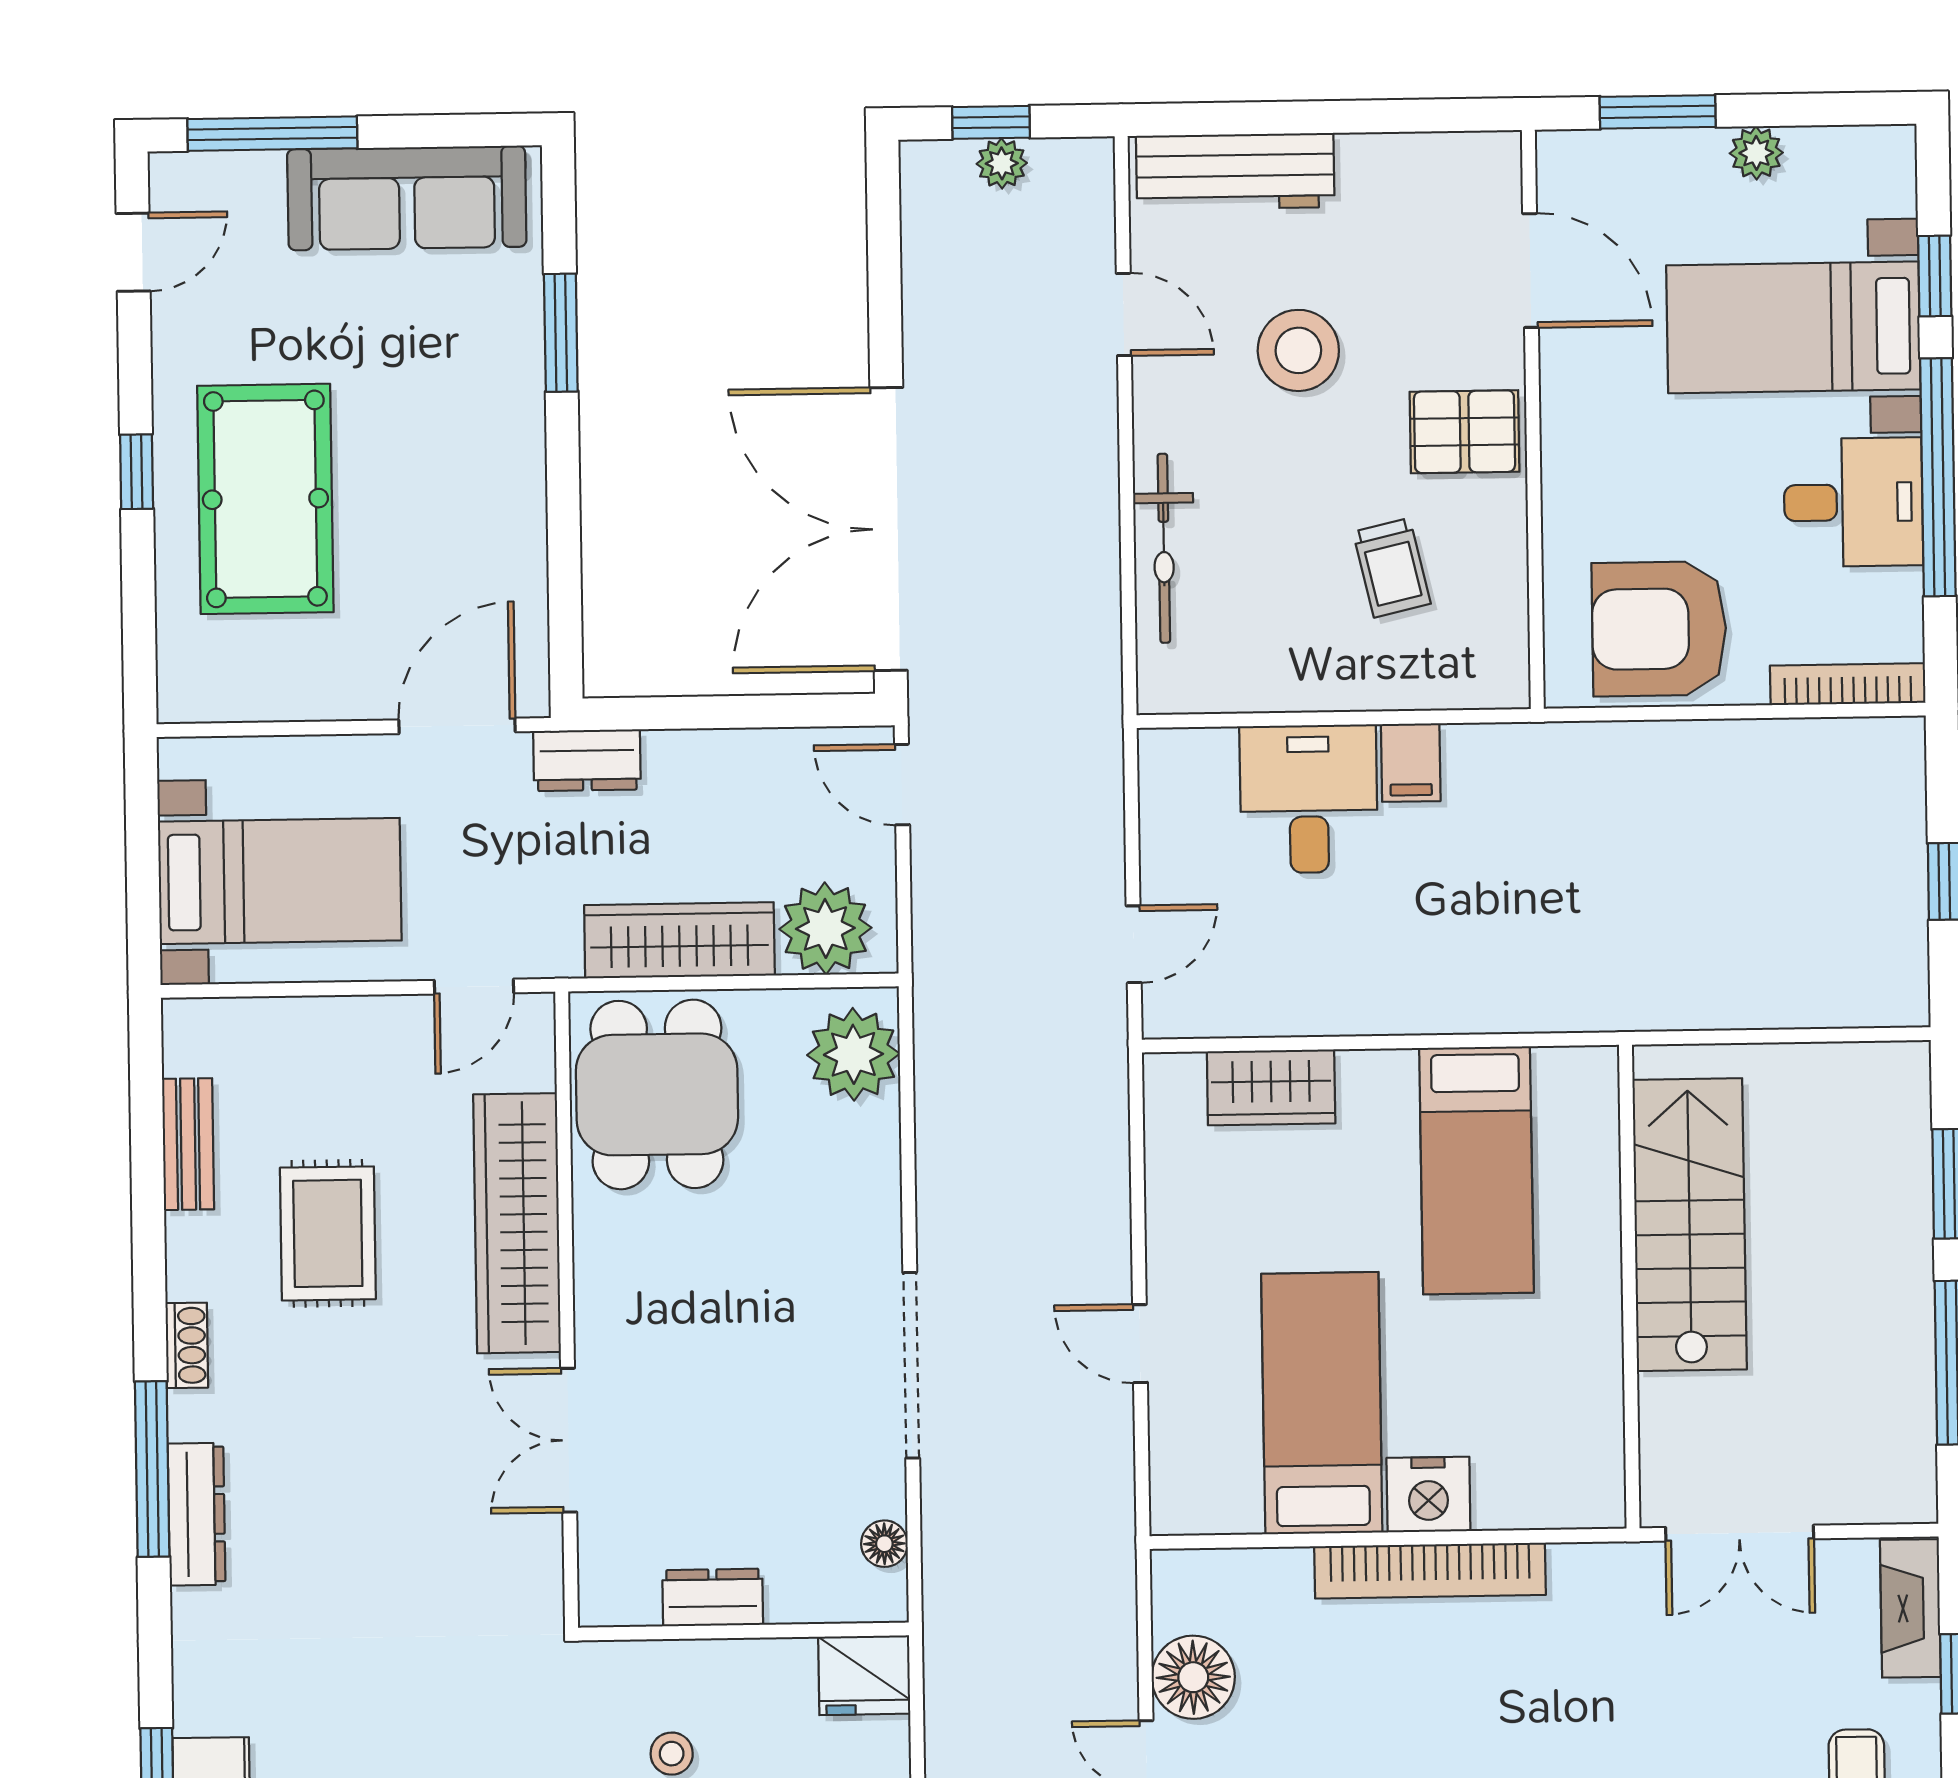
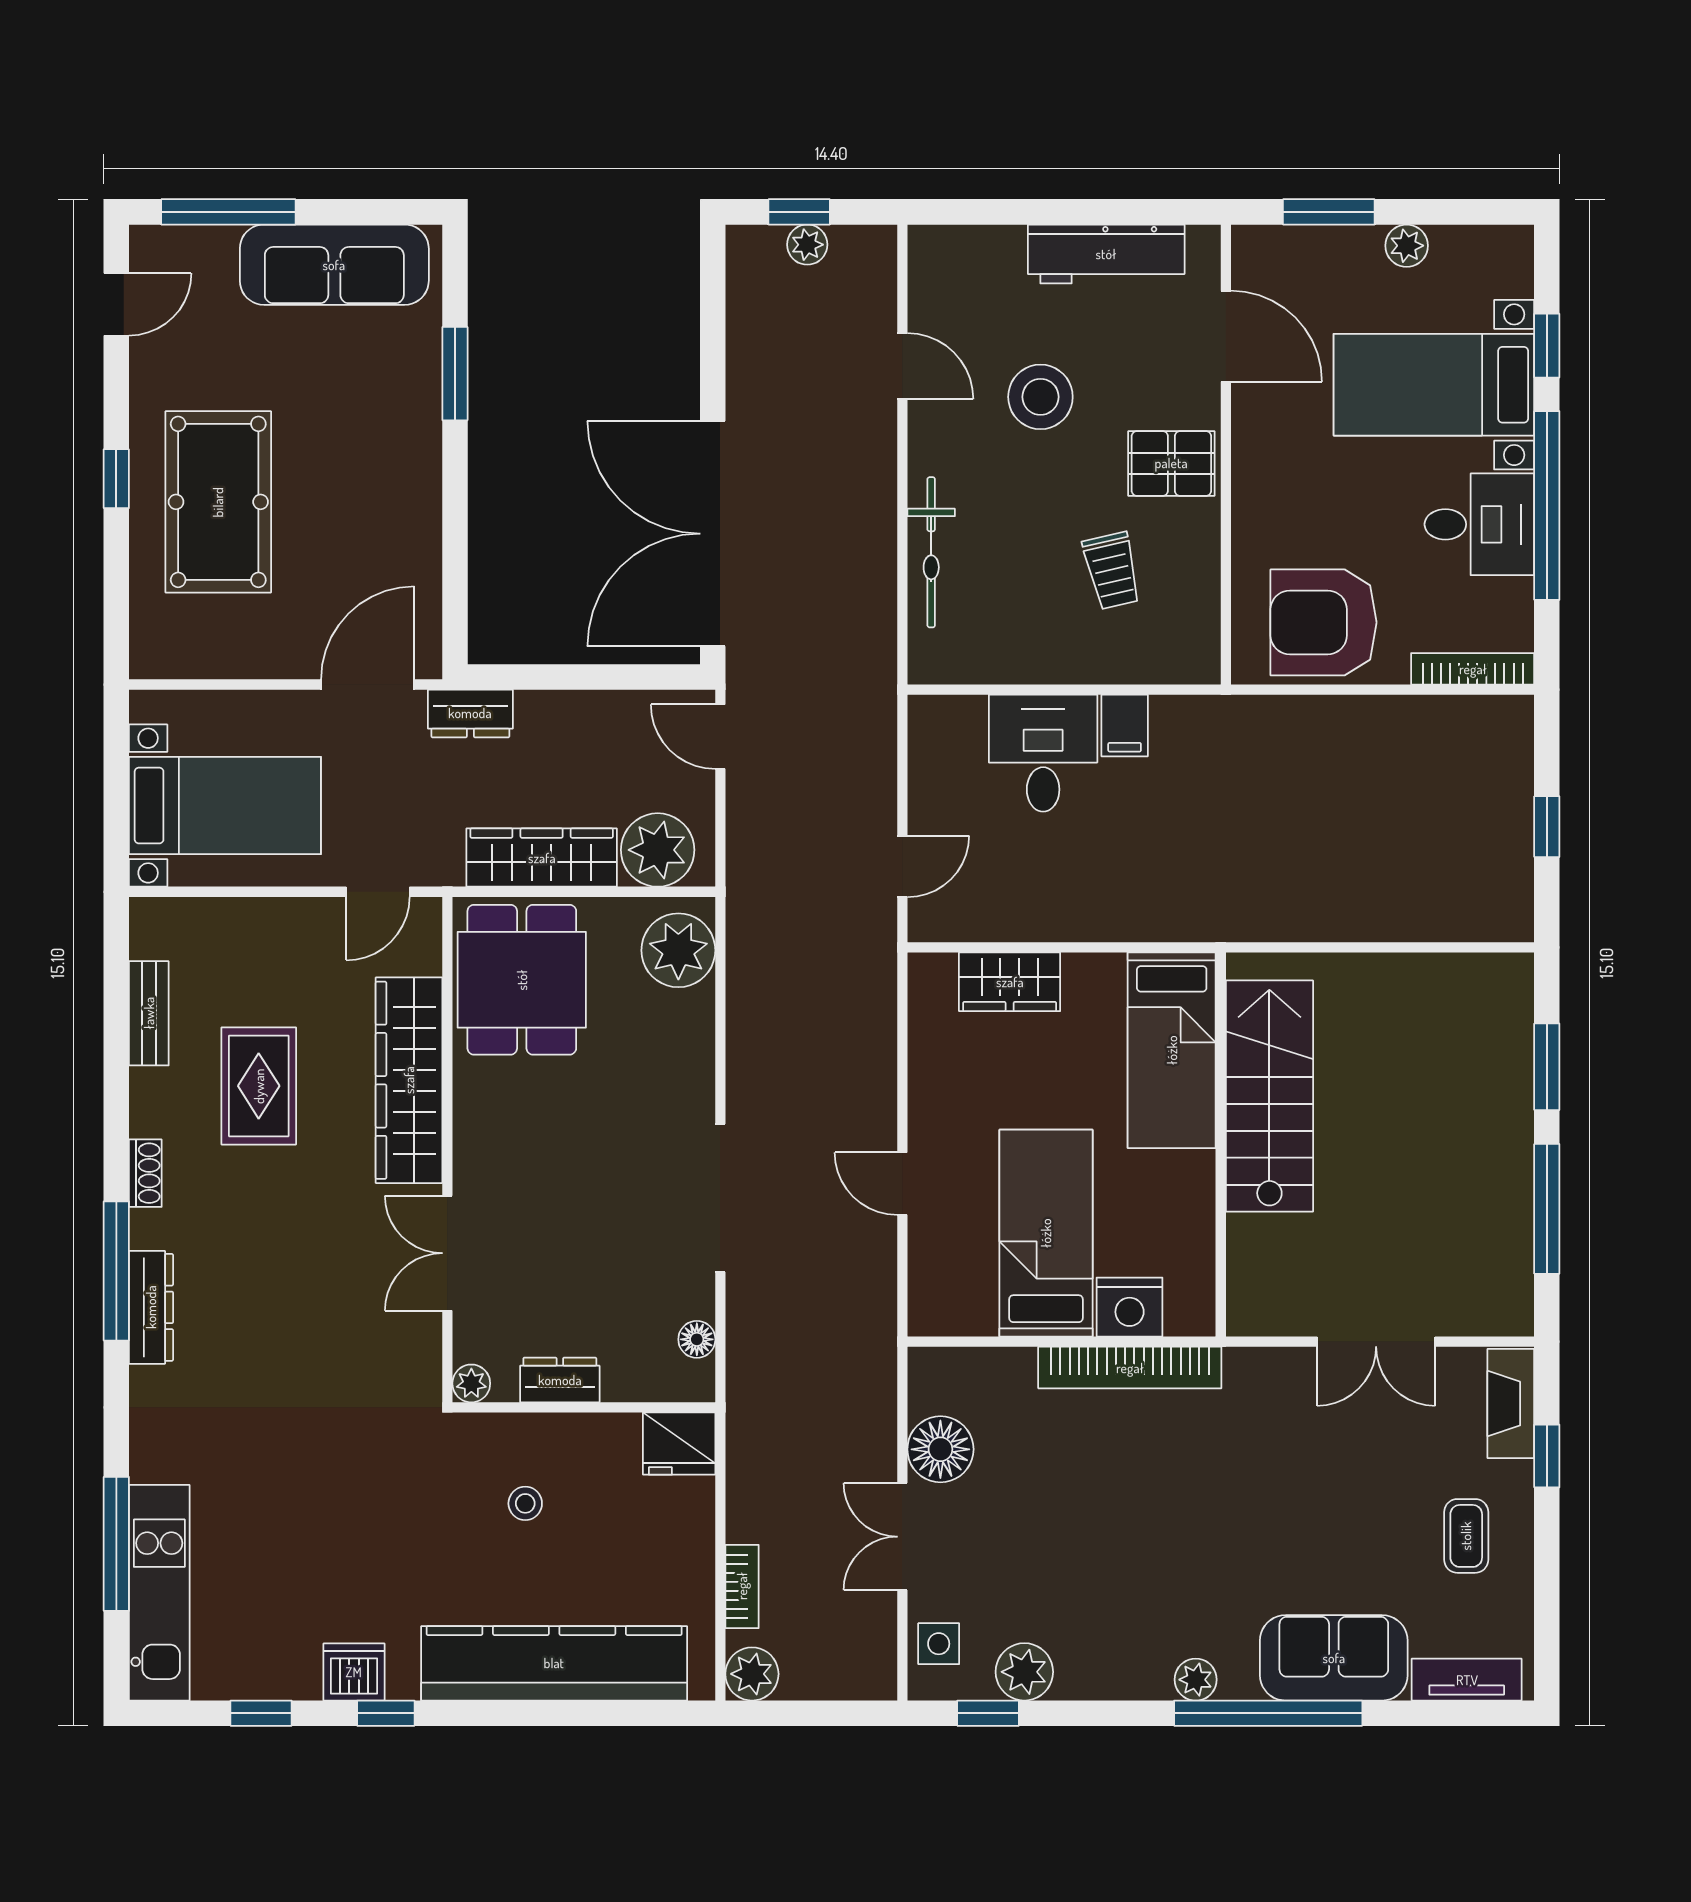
workbench: (1235, 172) -> (1106, 254), moved
stairs: (1690, 1225) -> (1269, 1096), moved
wall: (1629, 1287) -> (1221, 1145), moved
plant: (601, 1604) -> (471, 1383), added

